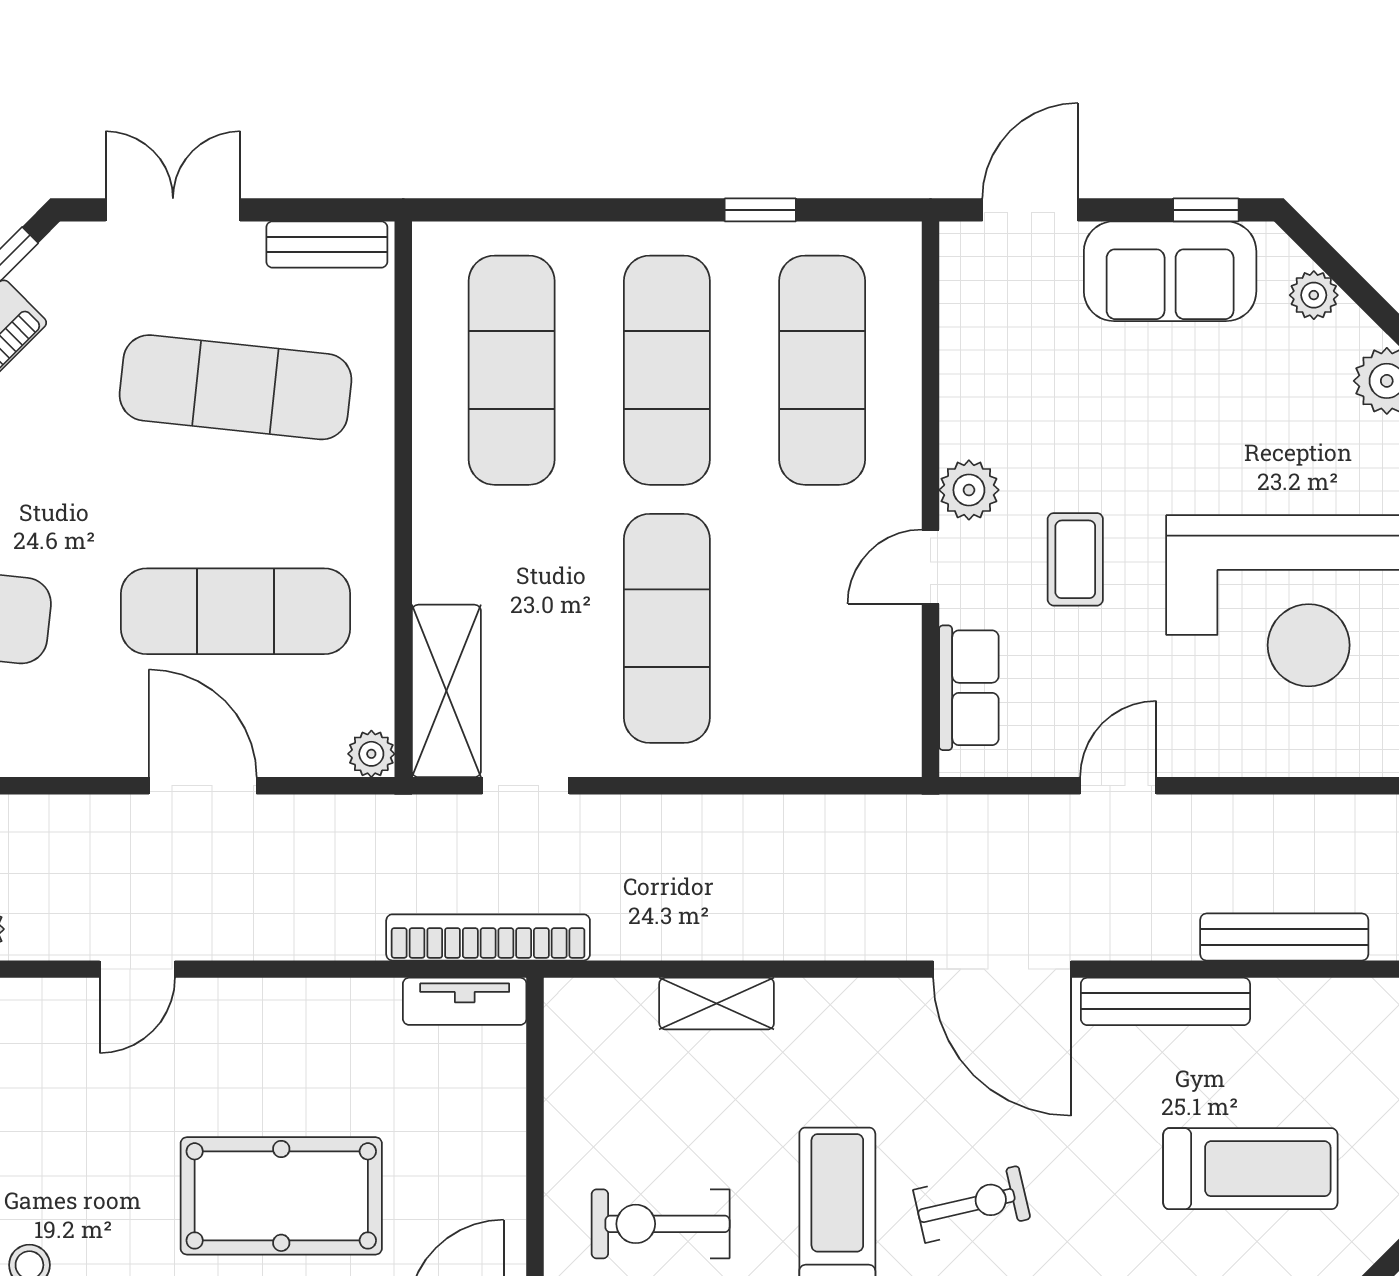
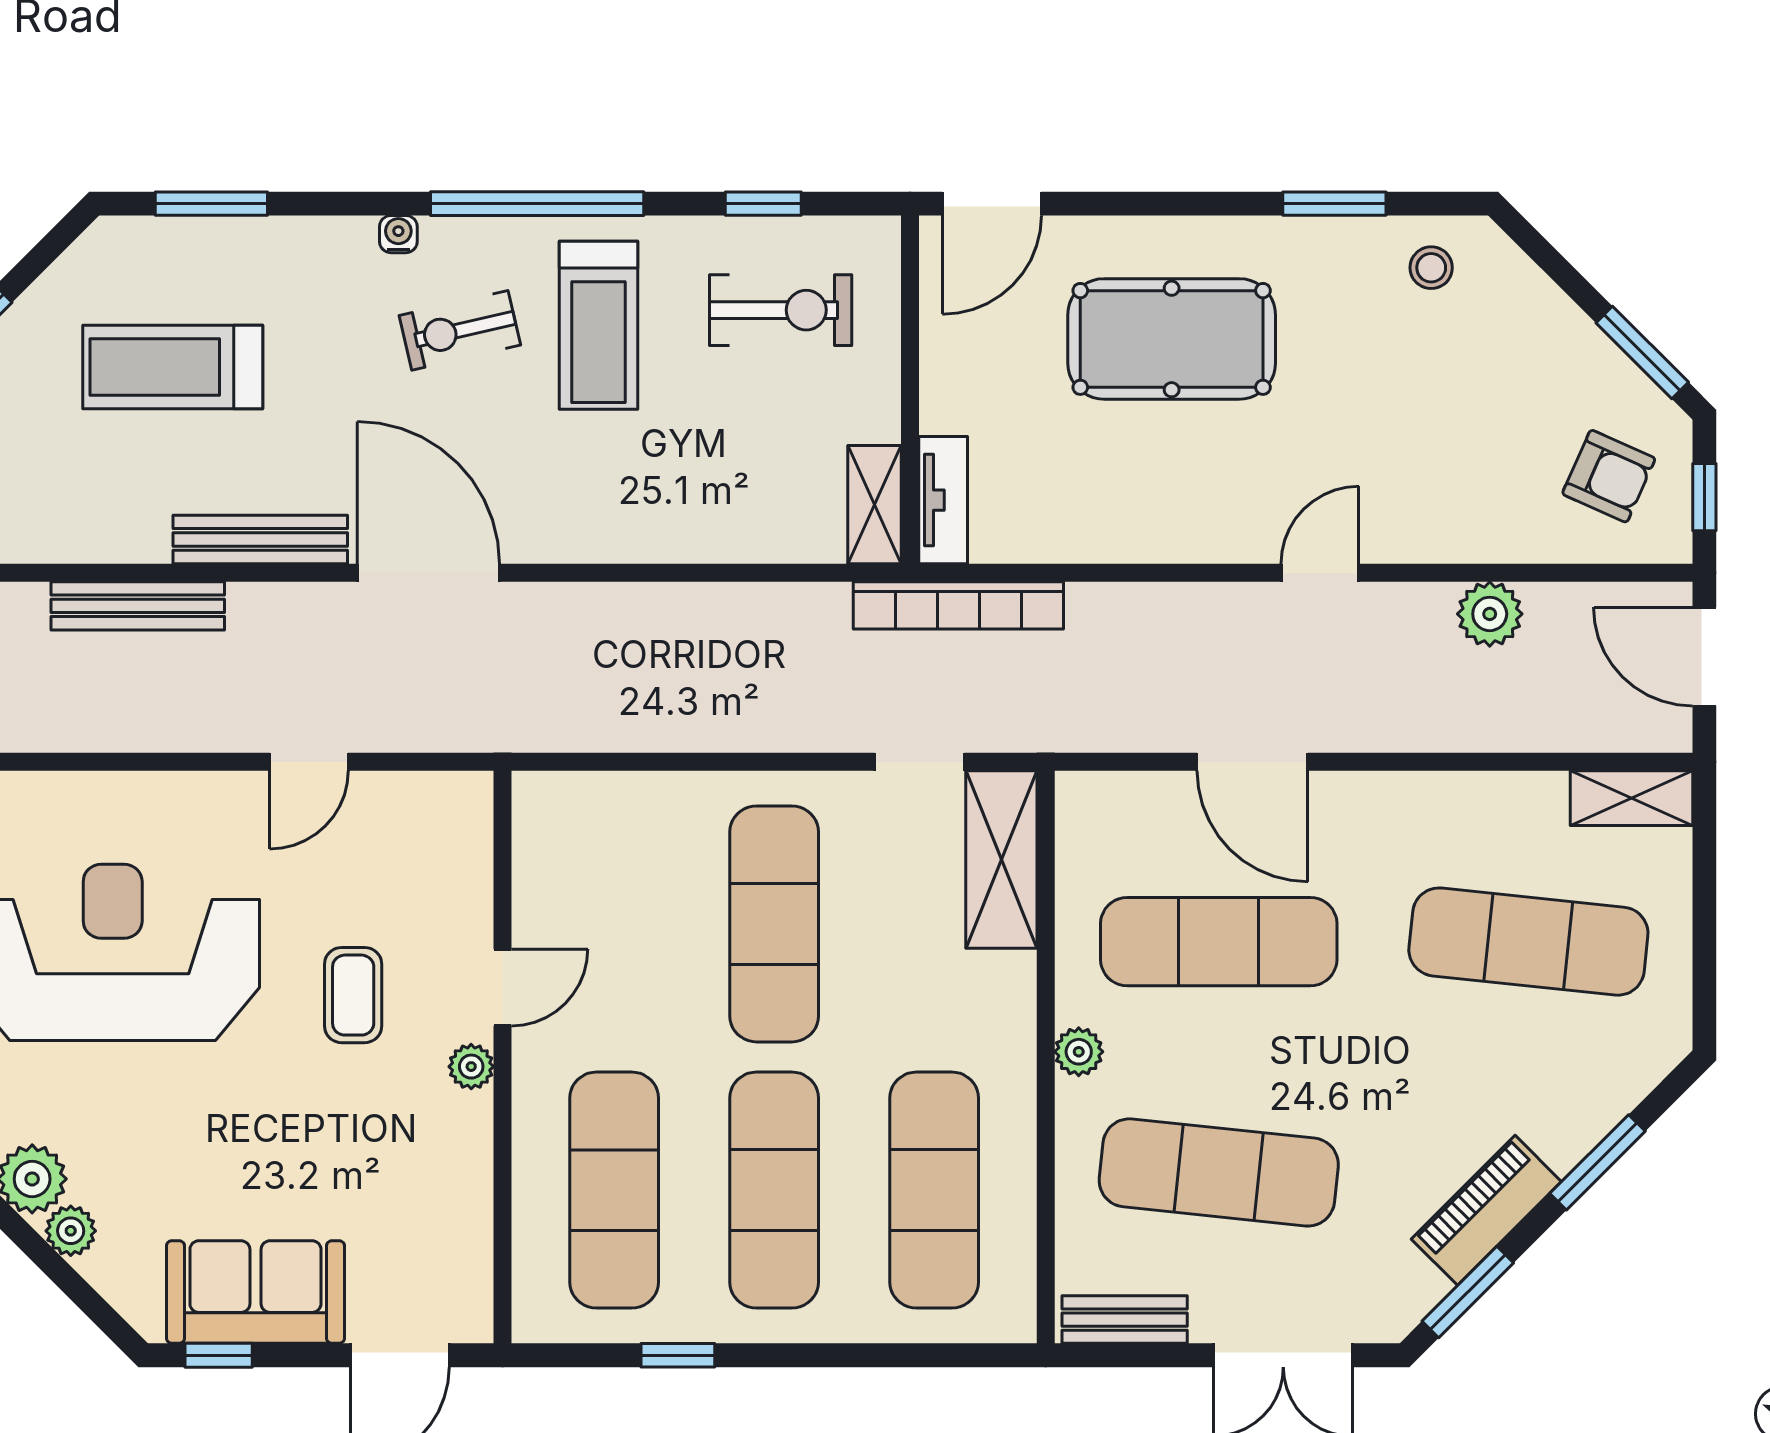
plant: (1314, 295) -> (71, 1231), moved
plant: (969, 490) -> (471, 1067), width x0.73, depth x0.73
row of seats: (969, 688) -> (463, 863), removed
plant: (371, 754) -> (1079, 1052), moved
tv unit: (465, 1001) -> (943, 500), moved, turned 90
shelving: (717, 1004) -> (874, 505), moved, turned 90

